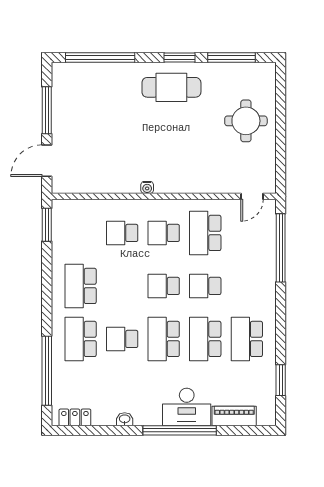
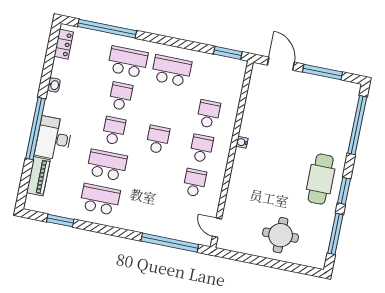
school desk: (205, 233) -> (195, 183), width x0.54
school desk: (205, 286) -> (151, 174), removed
school desk: (164, 339) -> (114, 131), width x0.54

